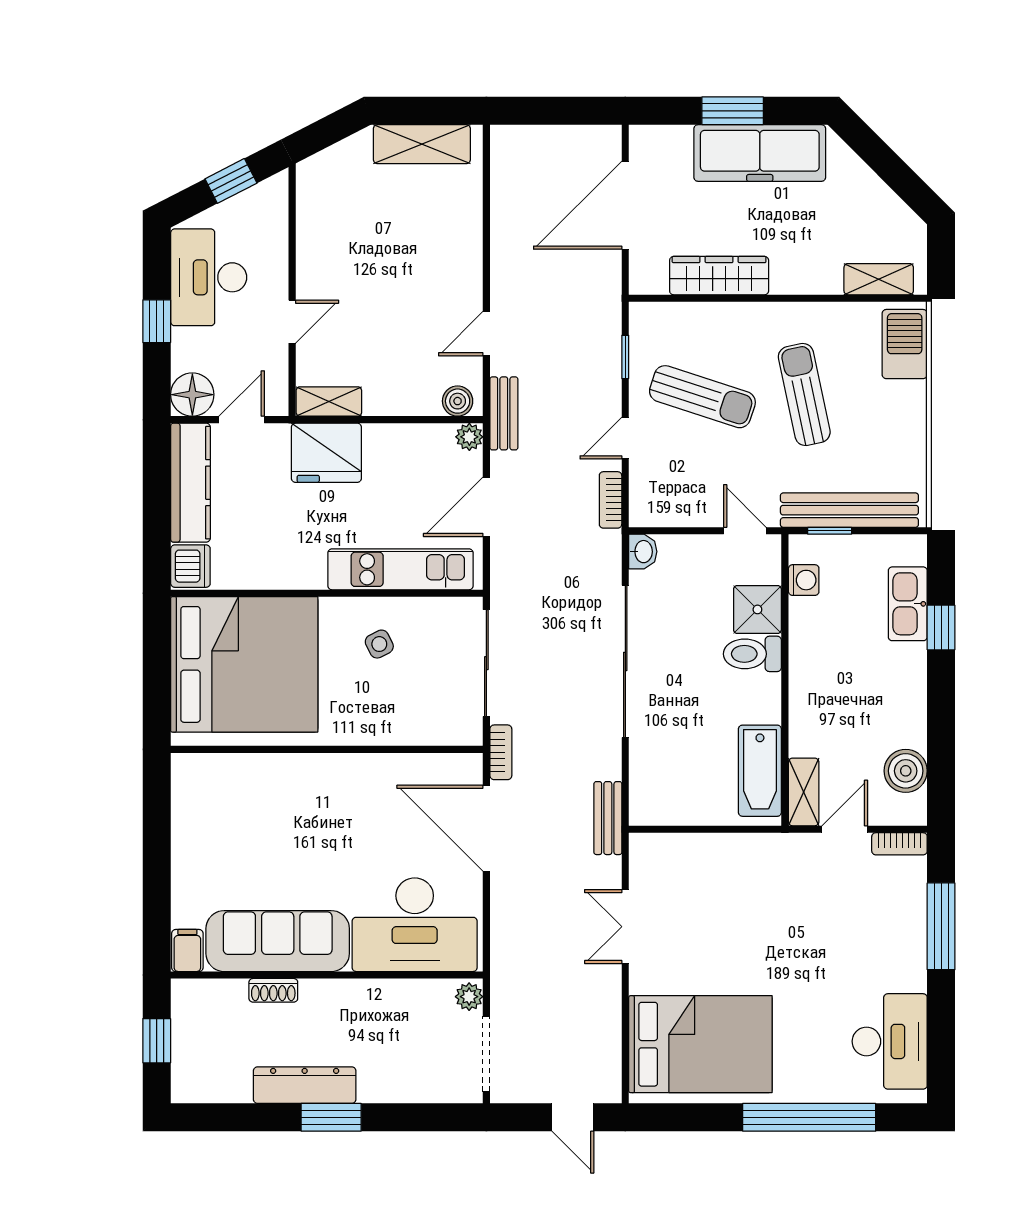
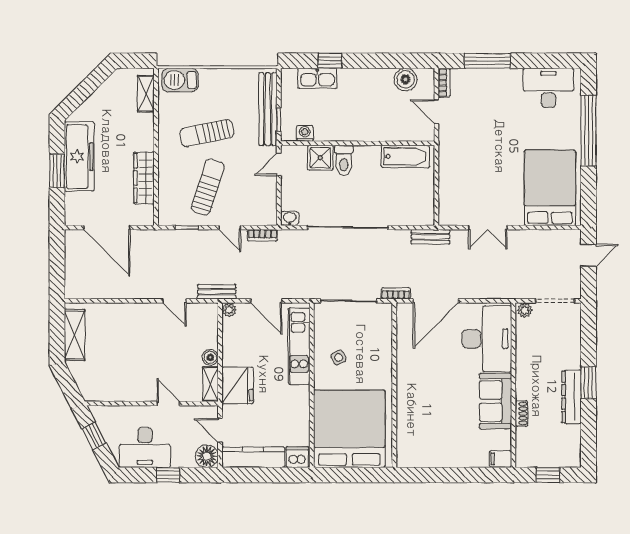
boiler: (458, 401) -> (210, 357), moved
shelving: (804, 792) -> (417, 133), removed
sofa: (278, 941) -> (495, 401), width x0.73

